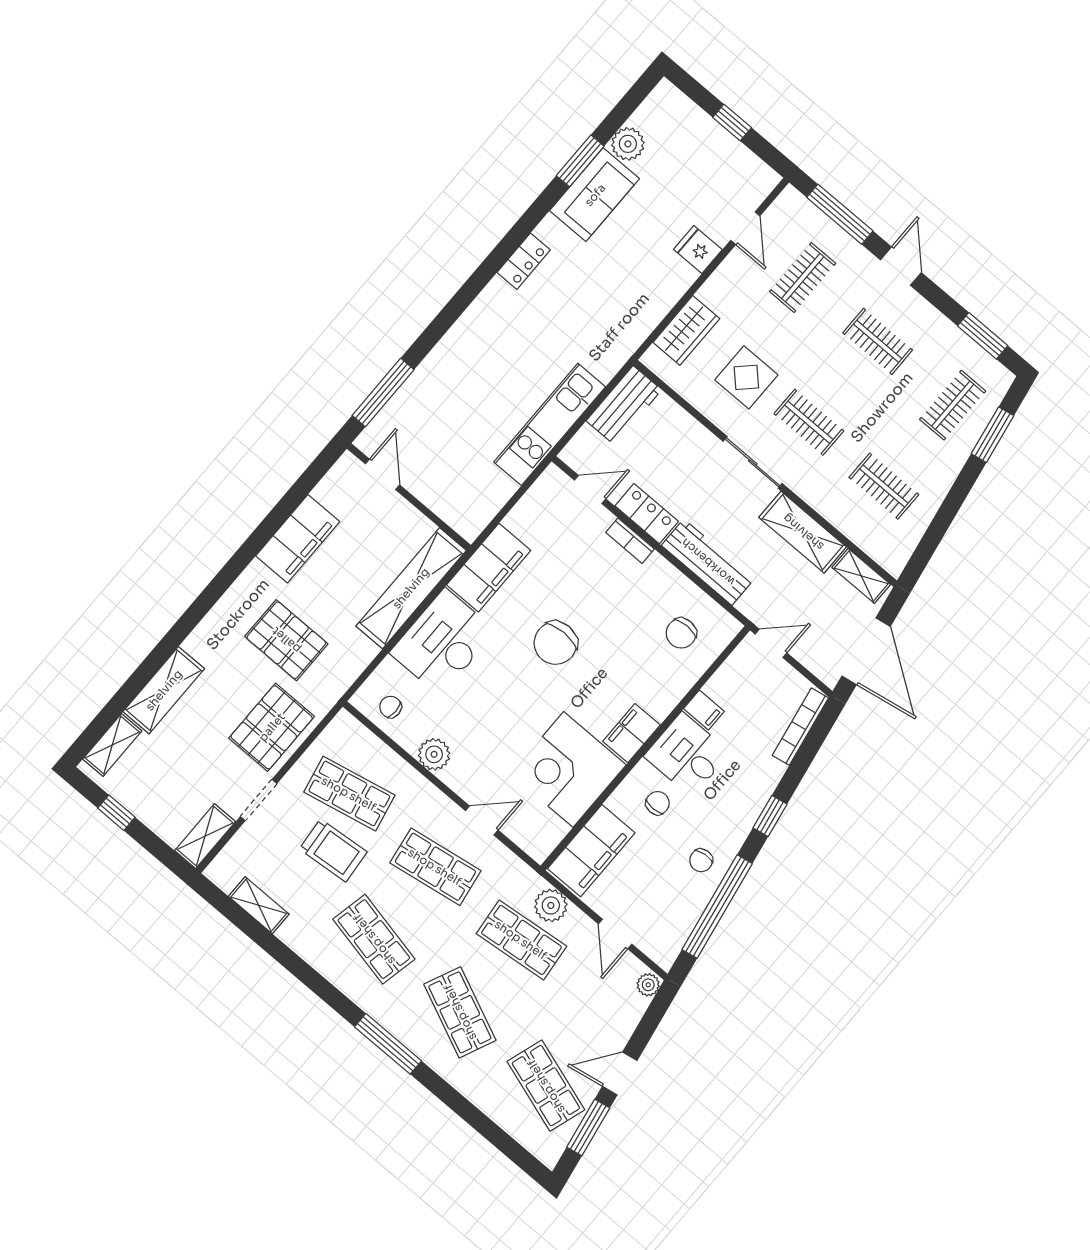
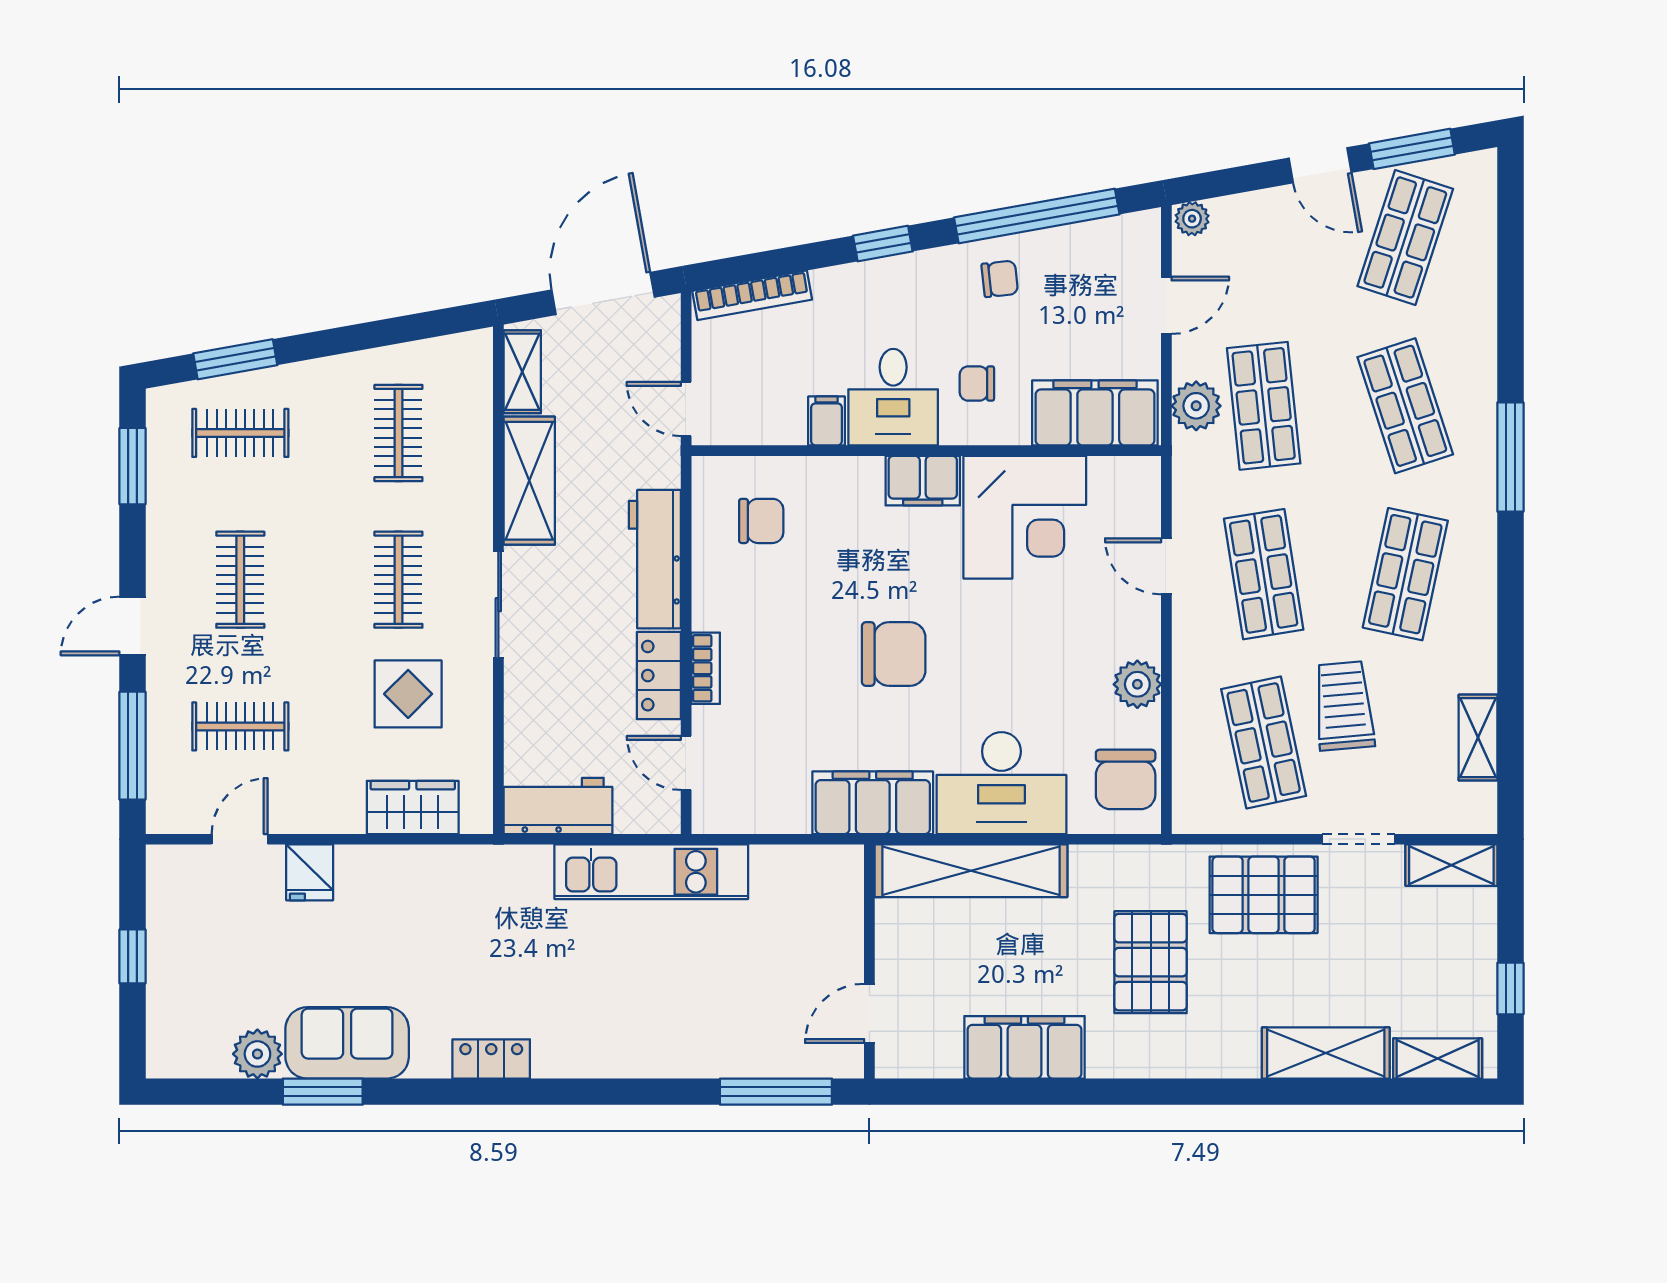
chair: (391, 707) -> (1126, 779), width x1.87, depth x1.87
shop shelf: (460, 1012) -> (1405, 406), turned -42

